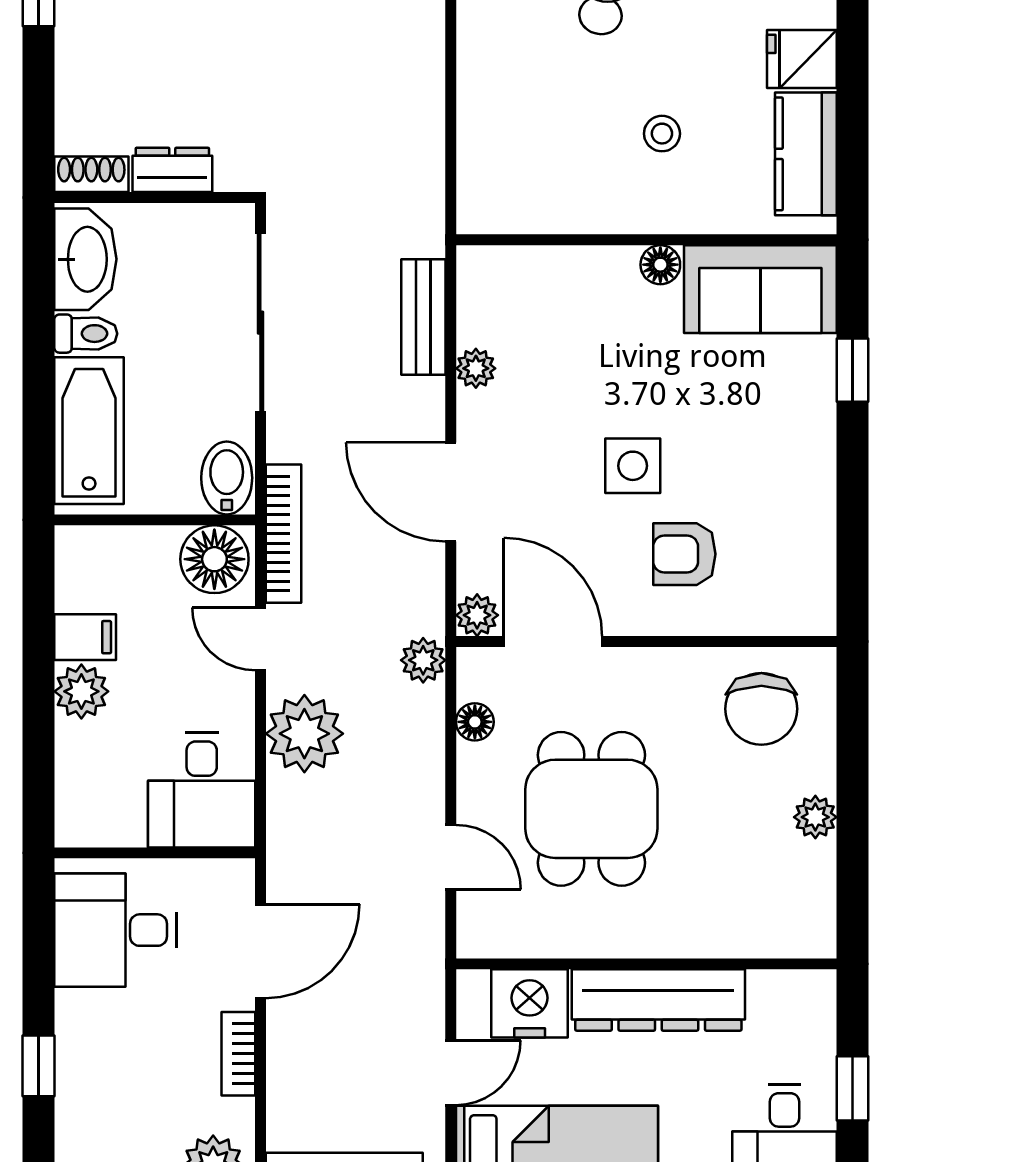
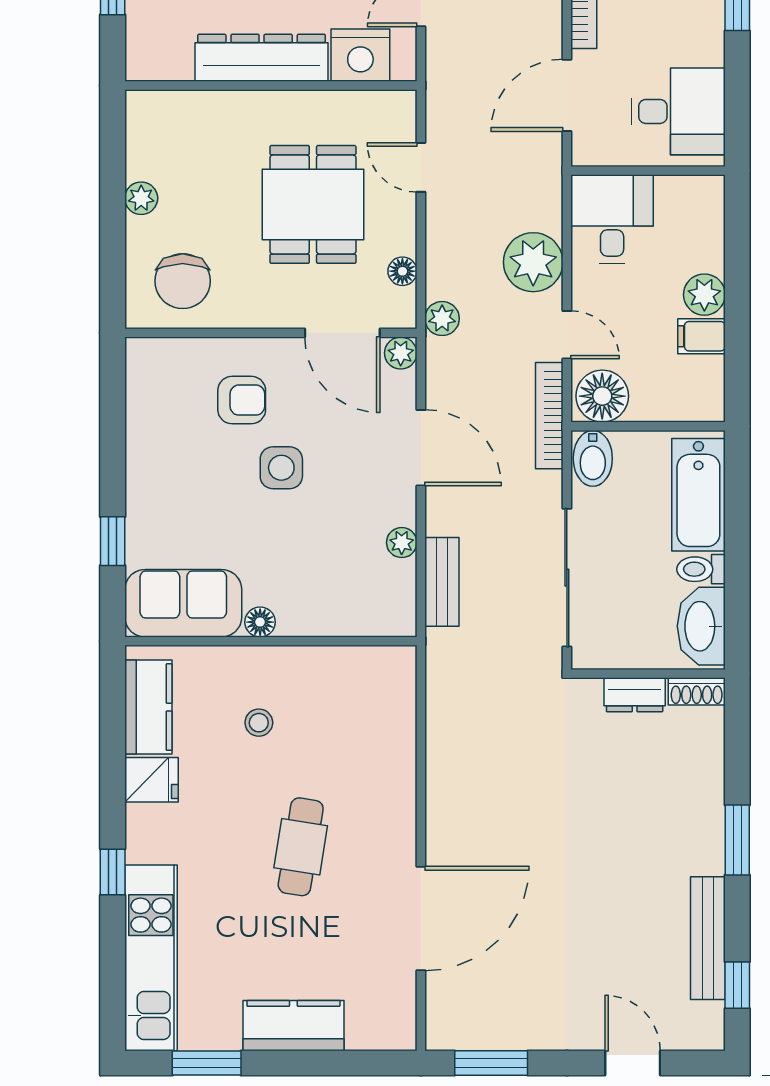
chair: (761, 709) -> (183, 281), turned 180

